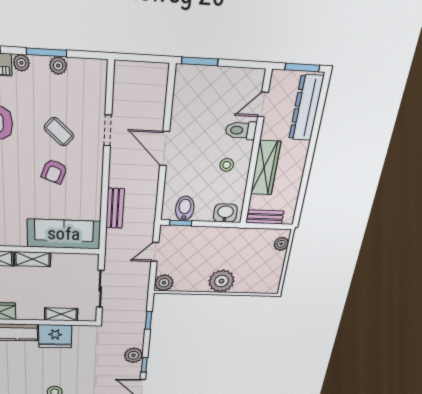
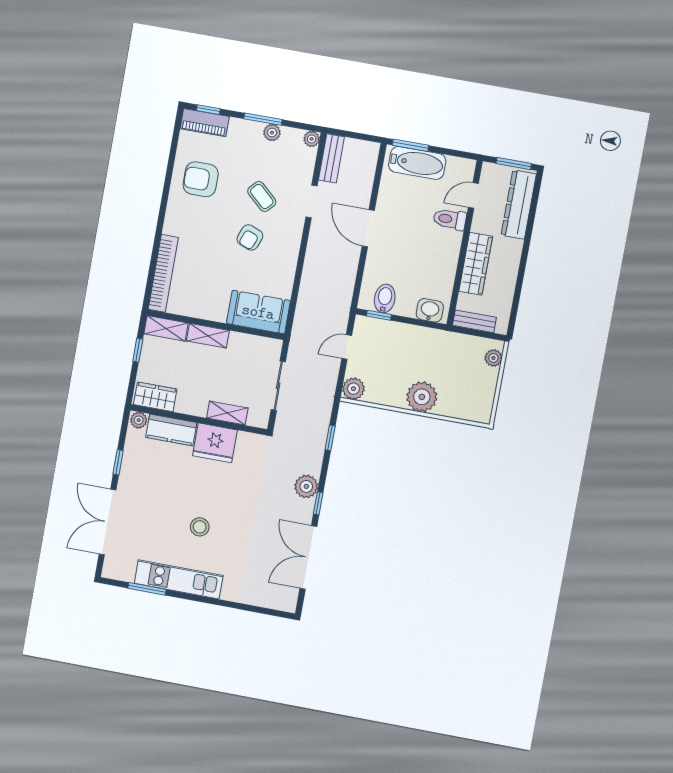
plant: (21, 63) -> (312, 139), moved
bathtub: (207, 79) -> (417, 163), added
stool: (227, 165) -> (433, 255), removed
bench: (115, 208) -> (331, 158), moved
sofa: (64, 234) -> (258, 312), width x0.73

